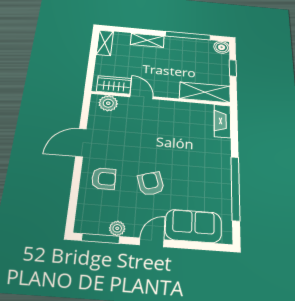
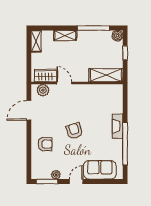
fireplace: (222, 121) -> (118, 126), moved
door: (81, 143) -> (29, 110), moved
armchair: (151, 184) -> (74, 131), moved

